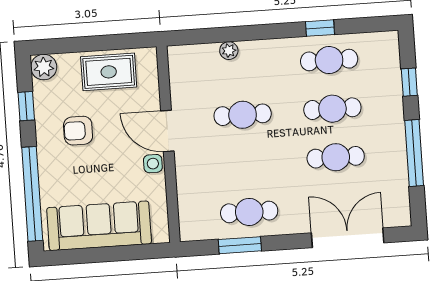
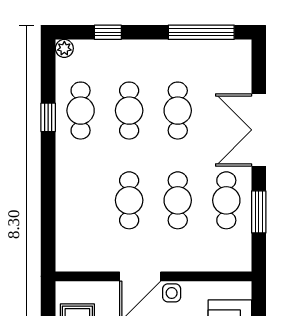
plant: (229, 51) -> (64, 48), moved
window: (414, 153) -> (201, 32), moved
cafe table: (246, 163) -> (178, 200), added
double door: (348, 238) -> (259, 130), moved

